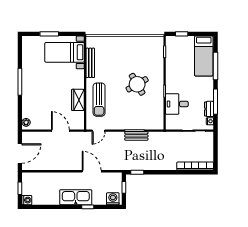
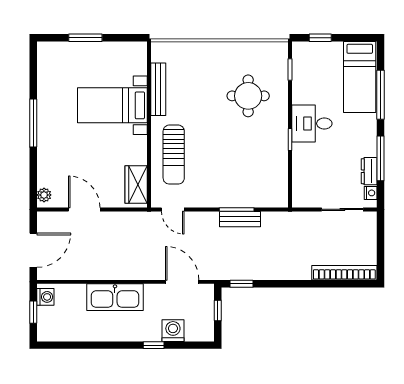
bed with nightstands: (65, 52) -> (112, 105), moved
round table: (137, 84) -> (248, 96), moved, turned 30
wardrobe: (78, 100) -> (136, 185), moved
desk: (177, 104) -> (312, 123), moved
door: (60, 131) -> (84, 209), moved
door: (99, 131) -> (173, 209), hinge flipped
door: (92, 171) -> (182, 282), moved
kitchen sink: (76, 197) -> (115, 297), moved, turned 180
washing machine: (113, 199) -> (173, 331), moved
washing machine: (27, 200) -> (45, 297), moved

